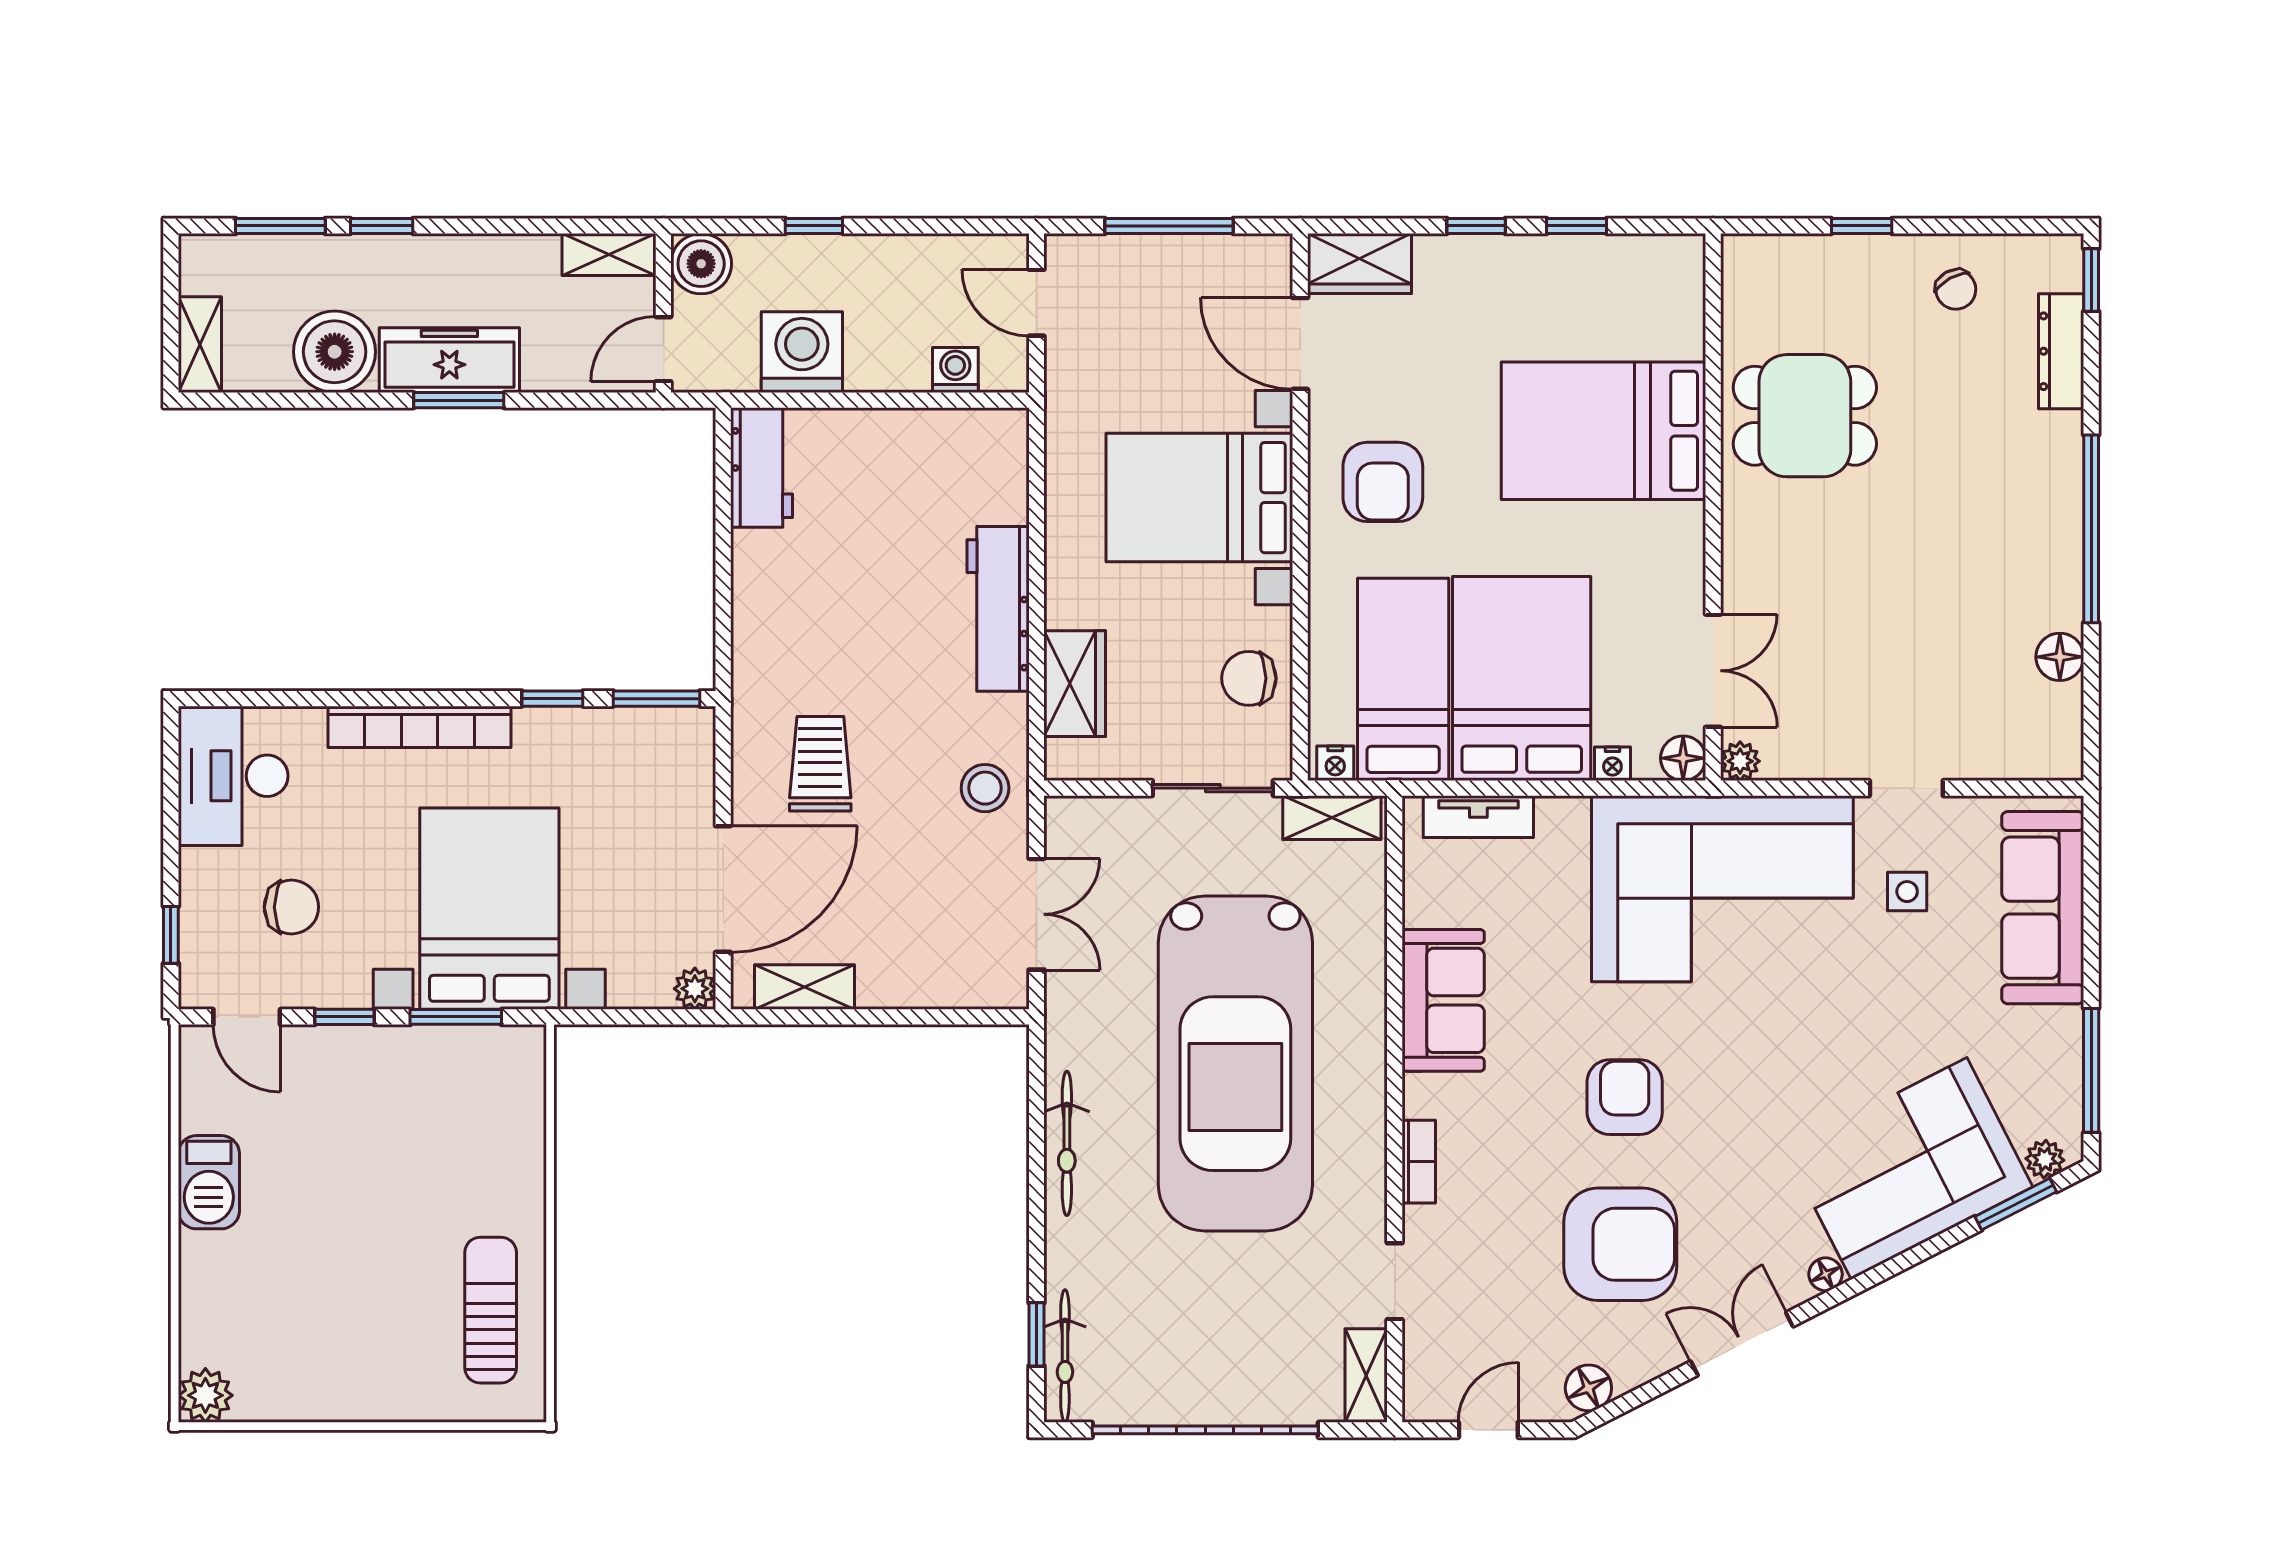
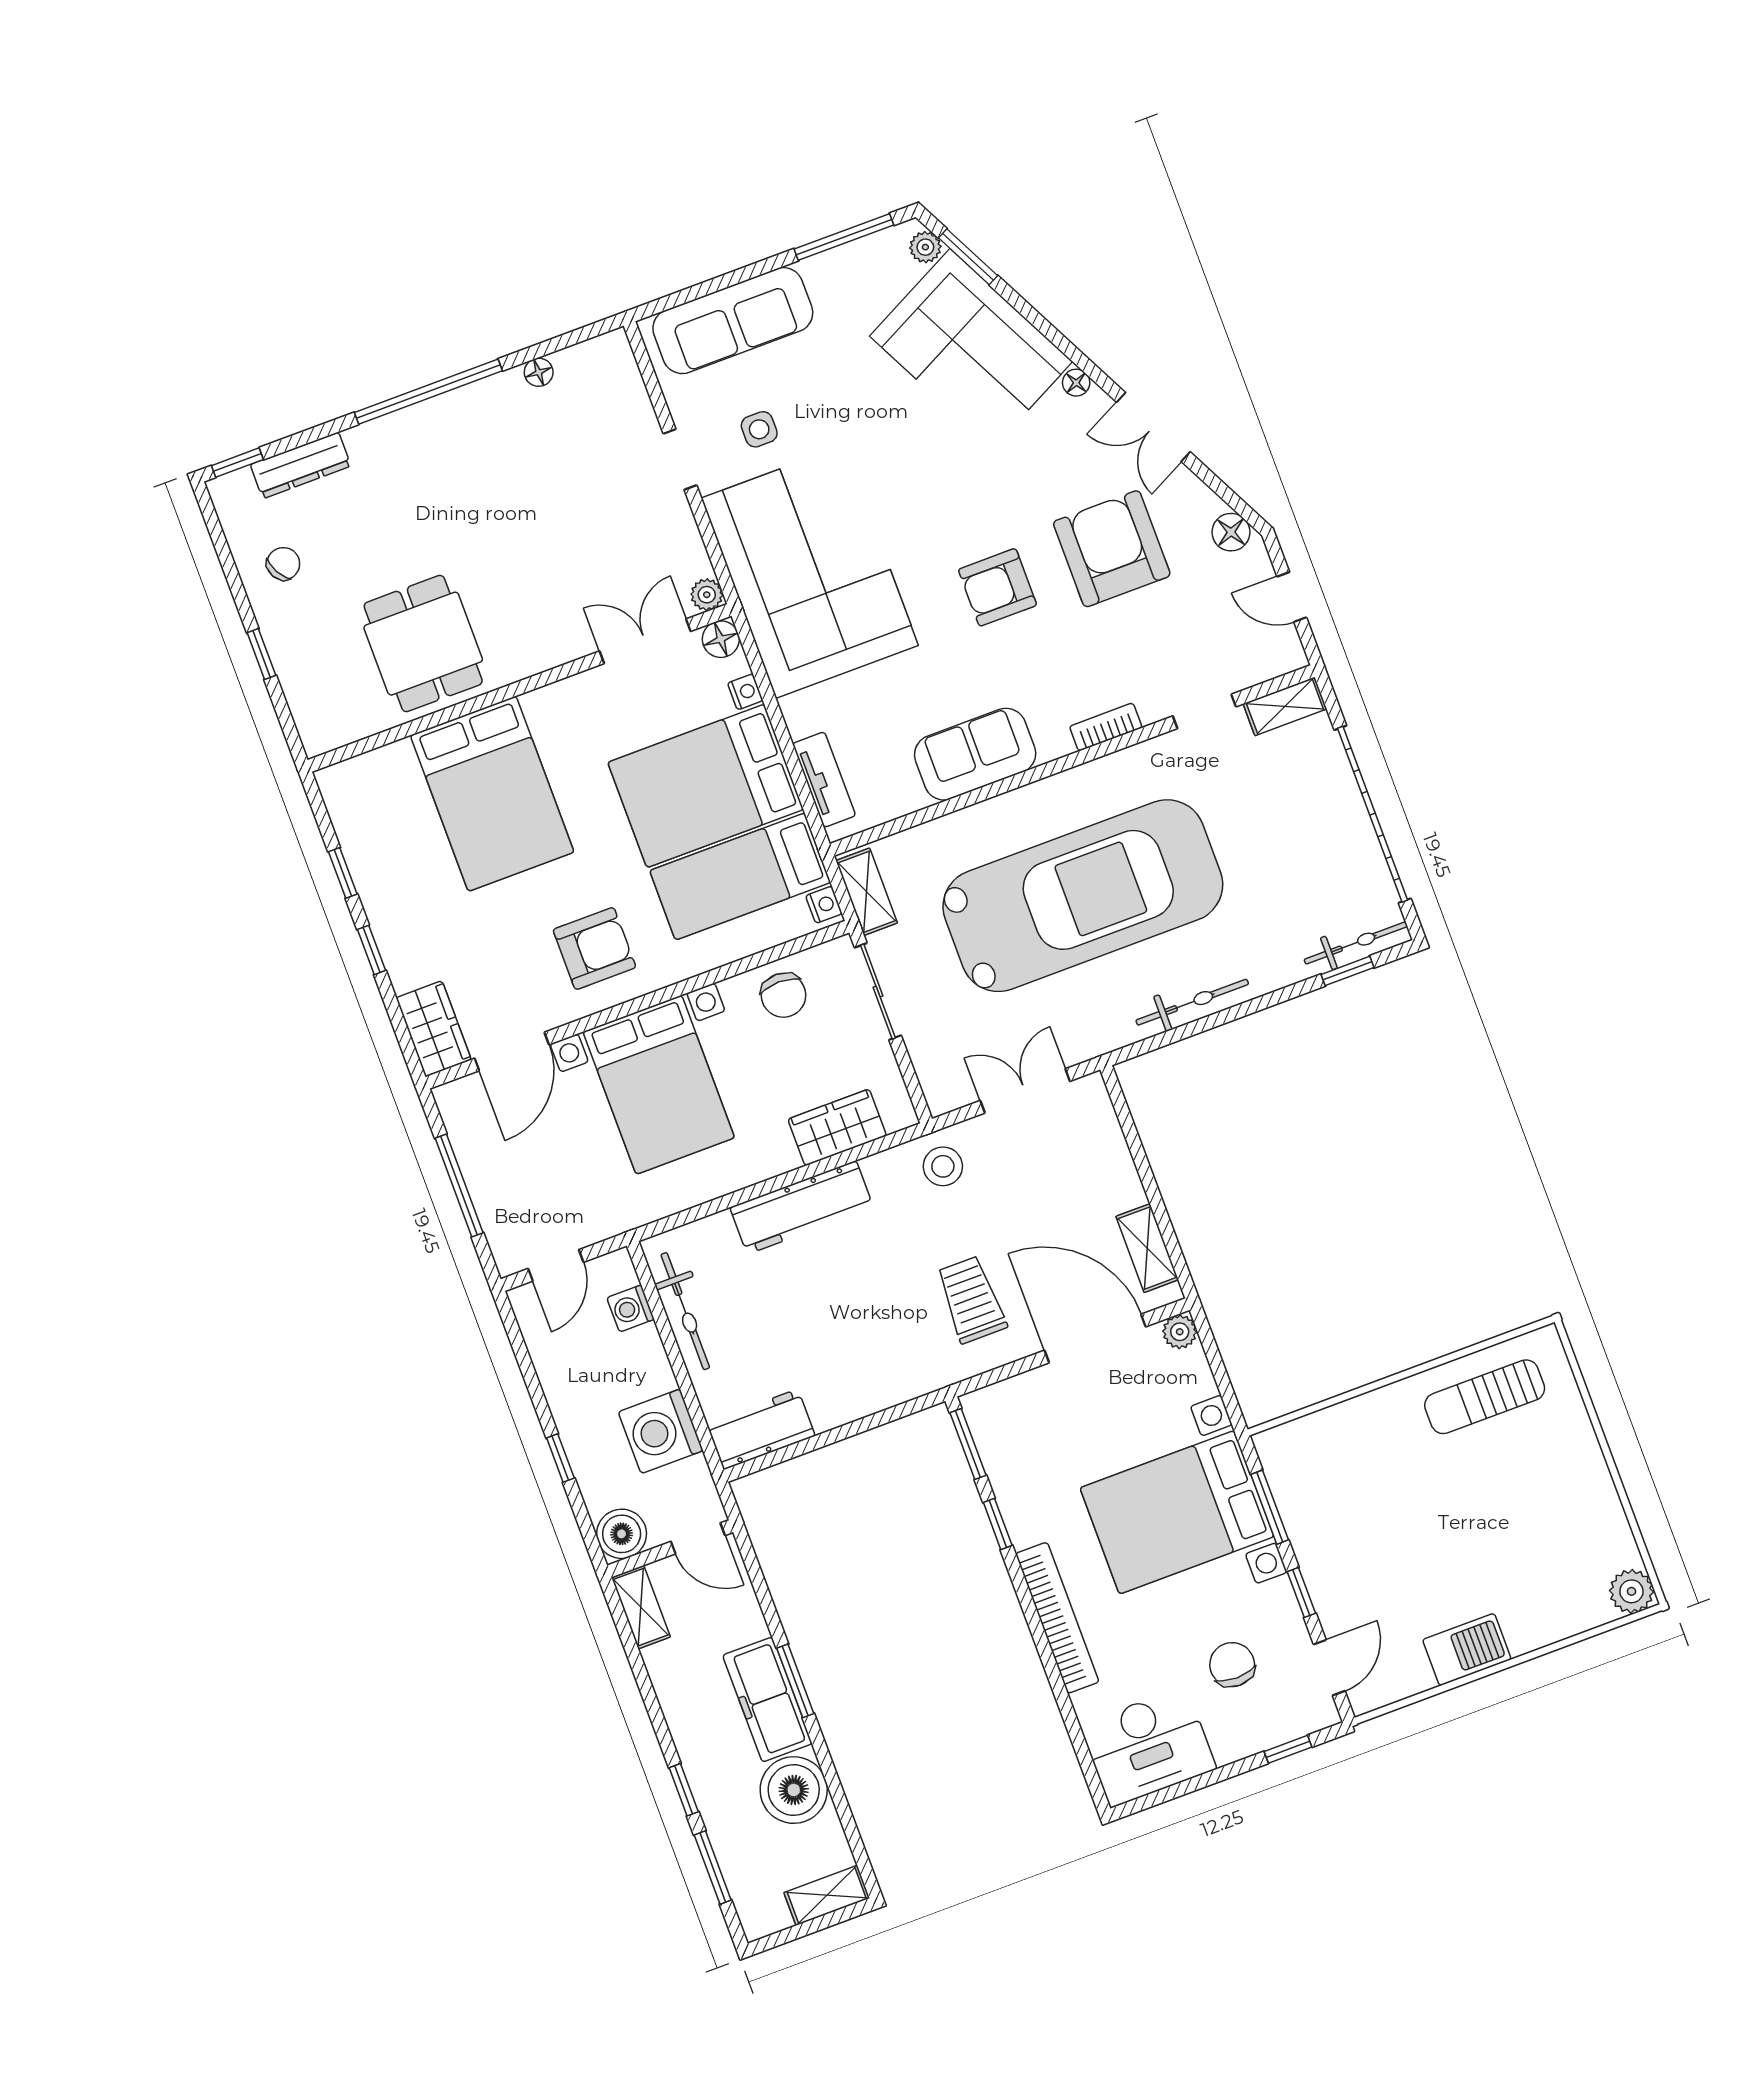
bicycle: (929, 431) -> (685, 1311), added
floor lamp: (2060, 657) -> (539, 372), width x0.73, depth x0.73
trolley: (820, 764) -> (971, 1300), turned 90

